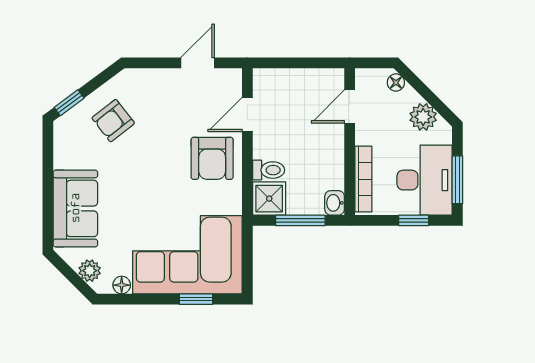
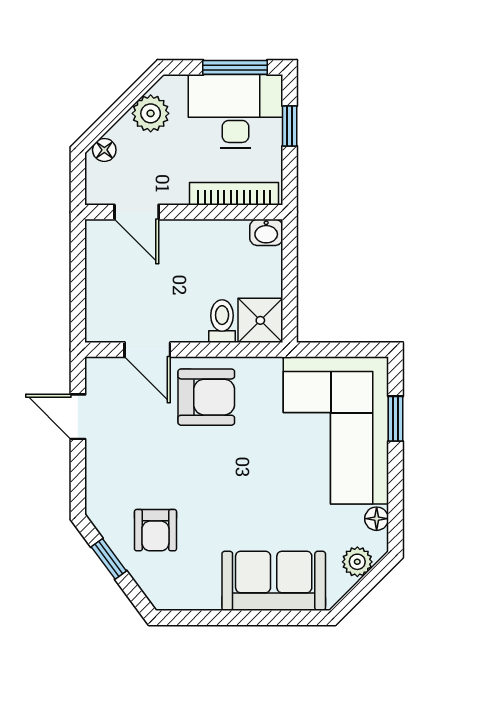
window: (69, 103) -> (109, 559), moved
armchair: (113, 121) -> (155, 530), turned 38
window: (300, 220) -> (290, 278), removed

